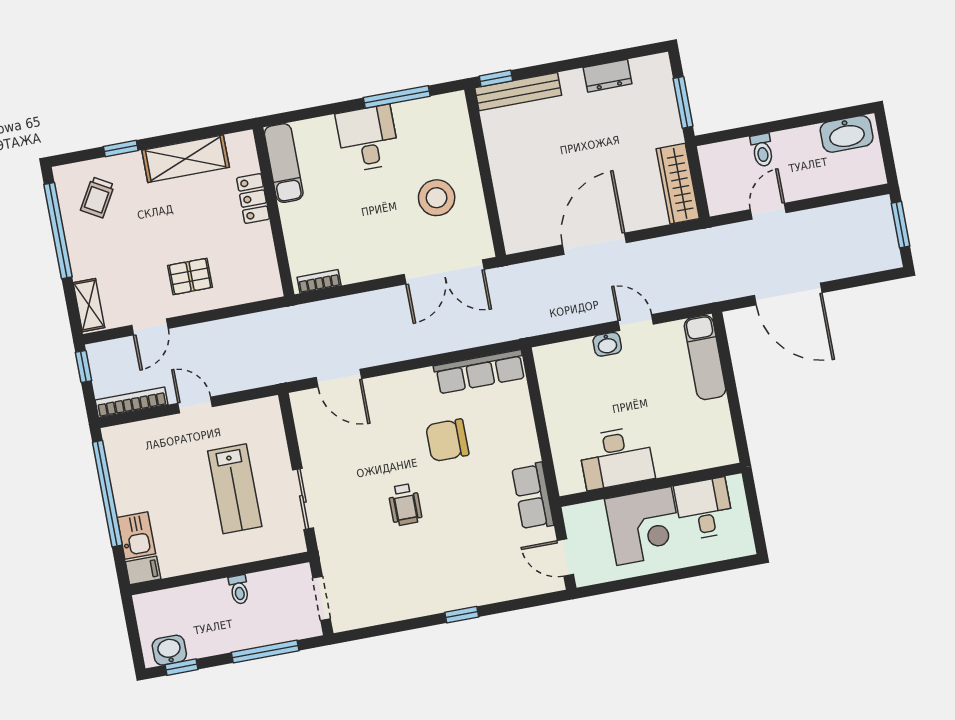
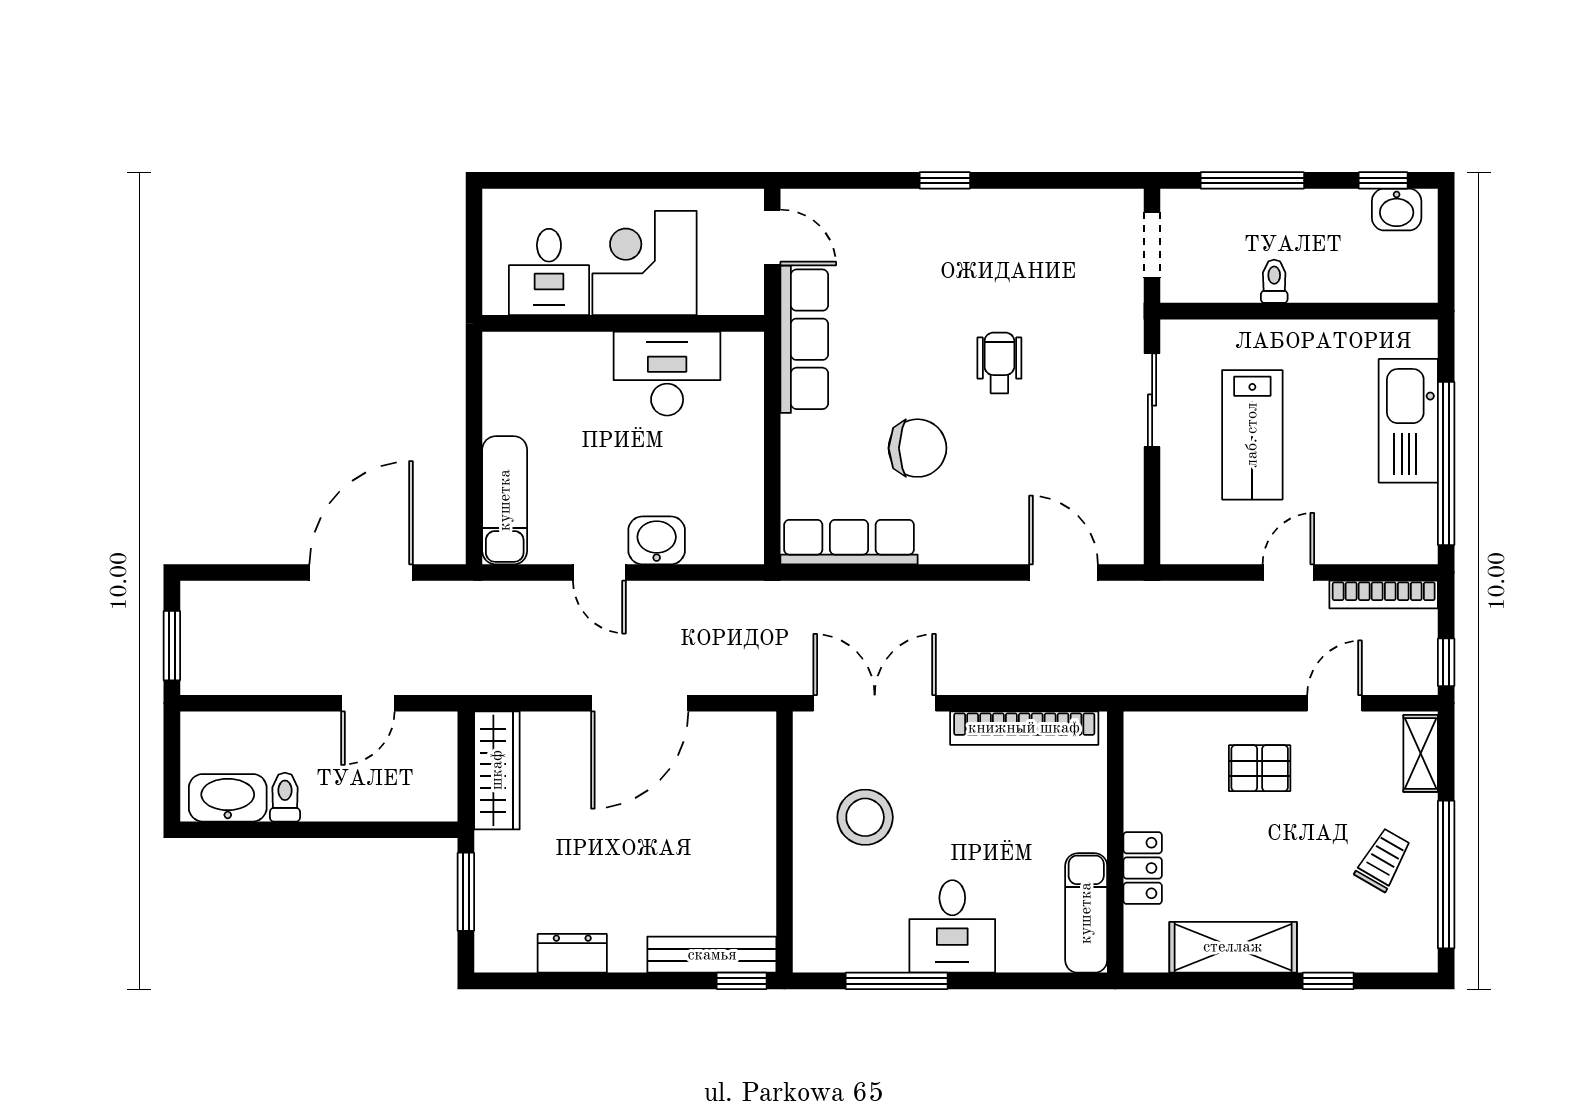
toilet: (762, 150) -> (285, 797), moved
trolley: (97, 197) -> (1383, 860), moved
bookcase: (319, 281) -> (1024, 728), width x2.31, depth x1.31
door: (788, 294) -> (361, 572), hinge flipped
washbasin: (607, 344) -> (657, 540), width x1.38, depth x1.45
door: (195, 405) -> (1288, 572), swing flipped
lab bench: (235, 489) -> (1252, 435), turned 180
row of seats: (533, 496) -> (804, 339), width x1.48
kitchen sink: (136, 536) -> (1408, 421), width x1.88, depth x1.24
filing cabinet: (143, 570) -> (1414, 337), removed

